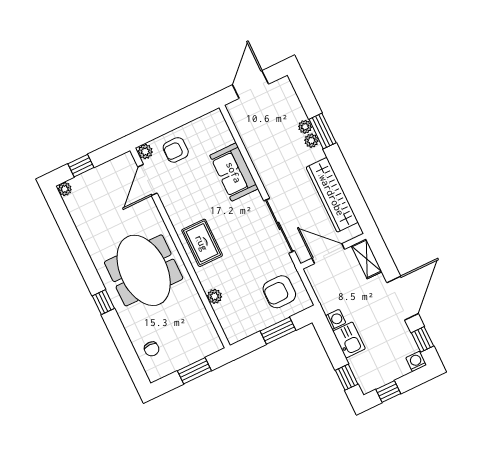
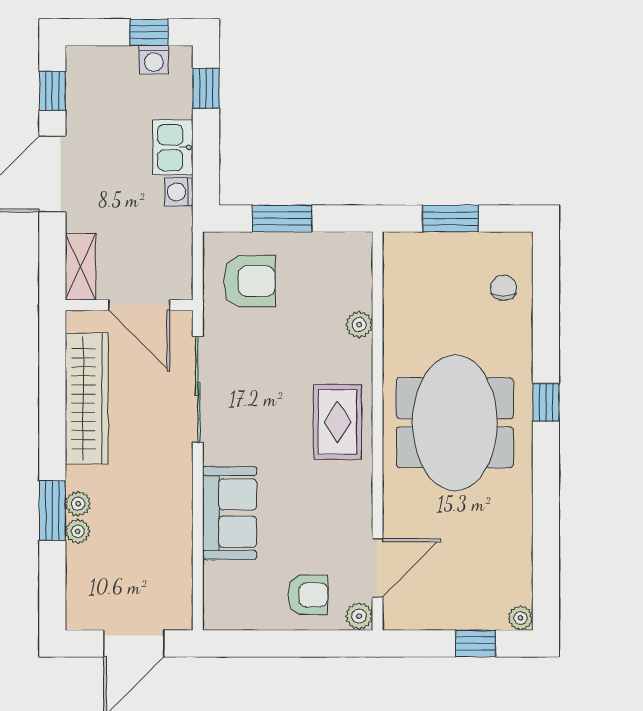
washing machine: (416, 361) -> (154, 60), moved

